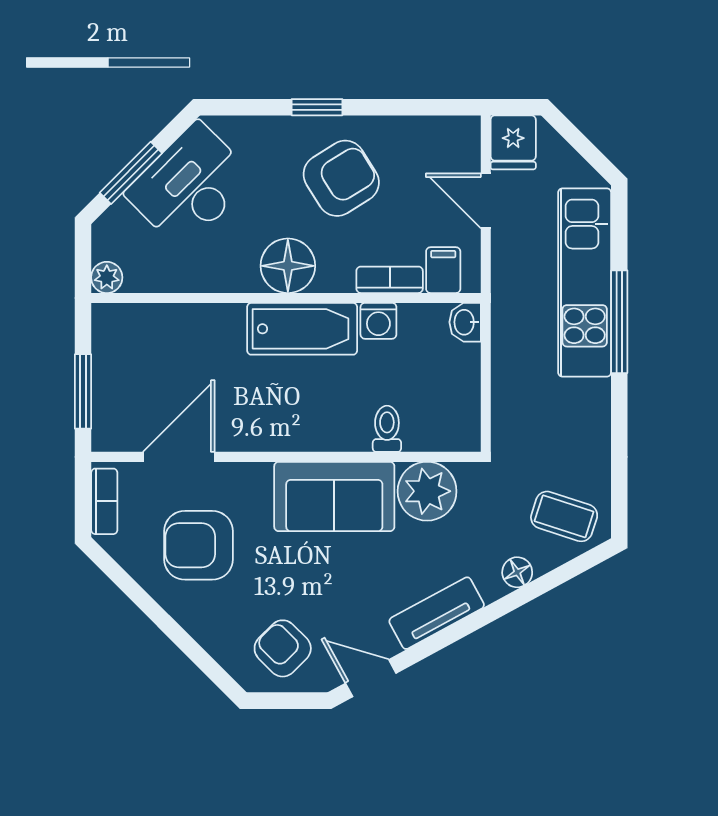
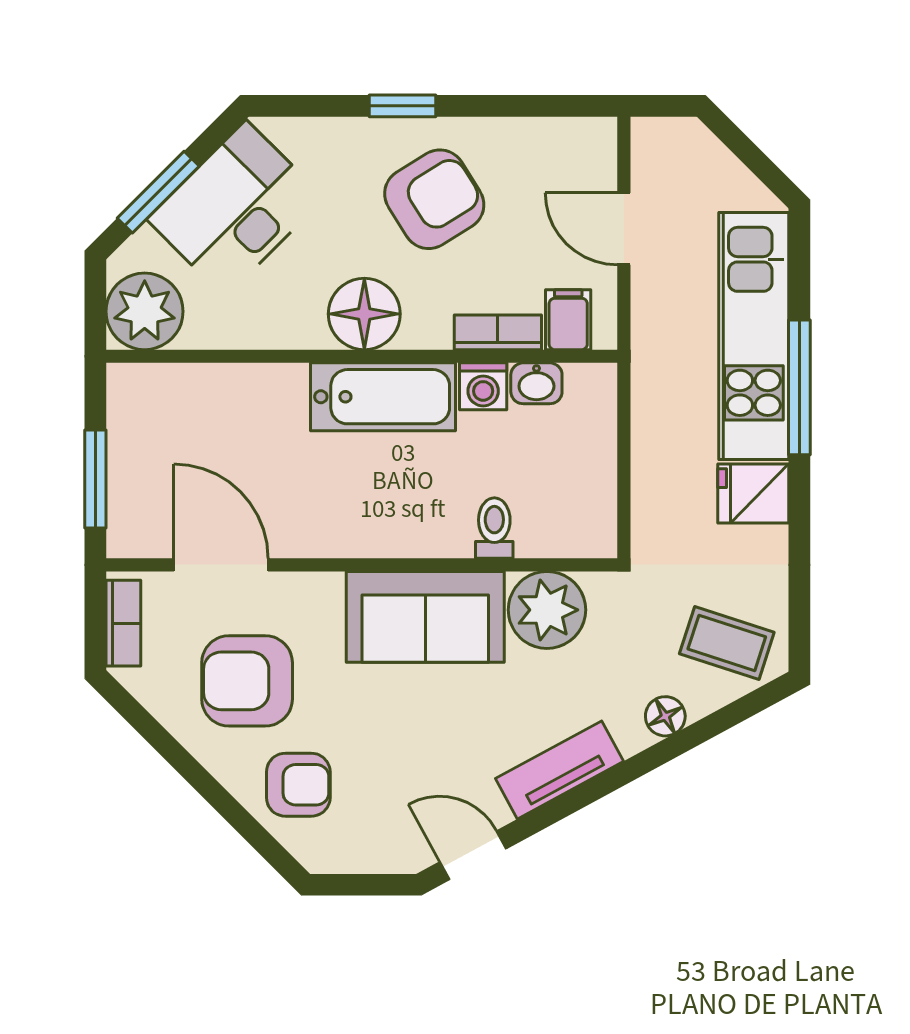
fridge: (513, 142) -> (753, 494), moved, turned 90
plant: (107, 277) -> (145, 311), width x1.88, depth x1.88
washbasin: (465, 322) -> (536, 383), moved, turned -90
door: (179, 457) -> (221, 565), hinge flipped
armchair: (283, 648) -> (298, 785), moved, turned 135

